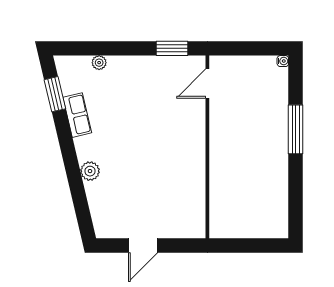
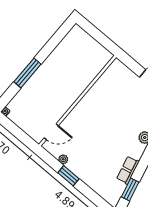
window: (172, 48) -> (69, 176), moved
plant: (99, 63) -> (63, 159), moved

